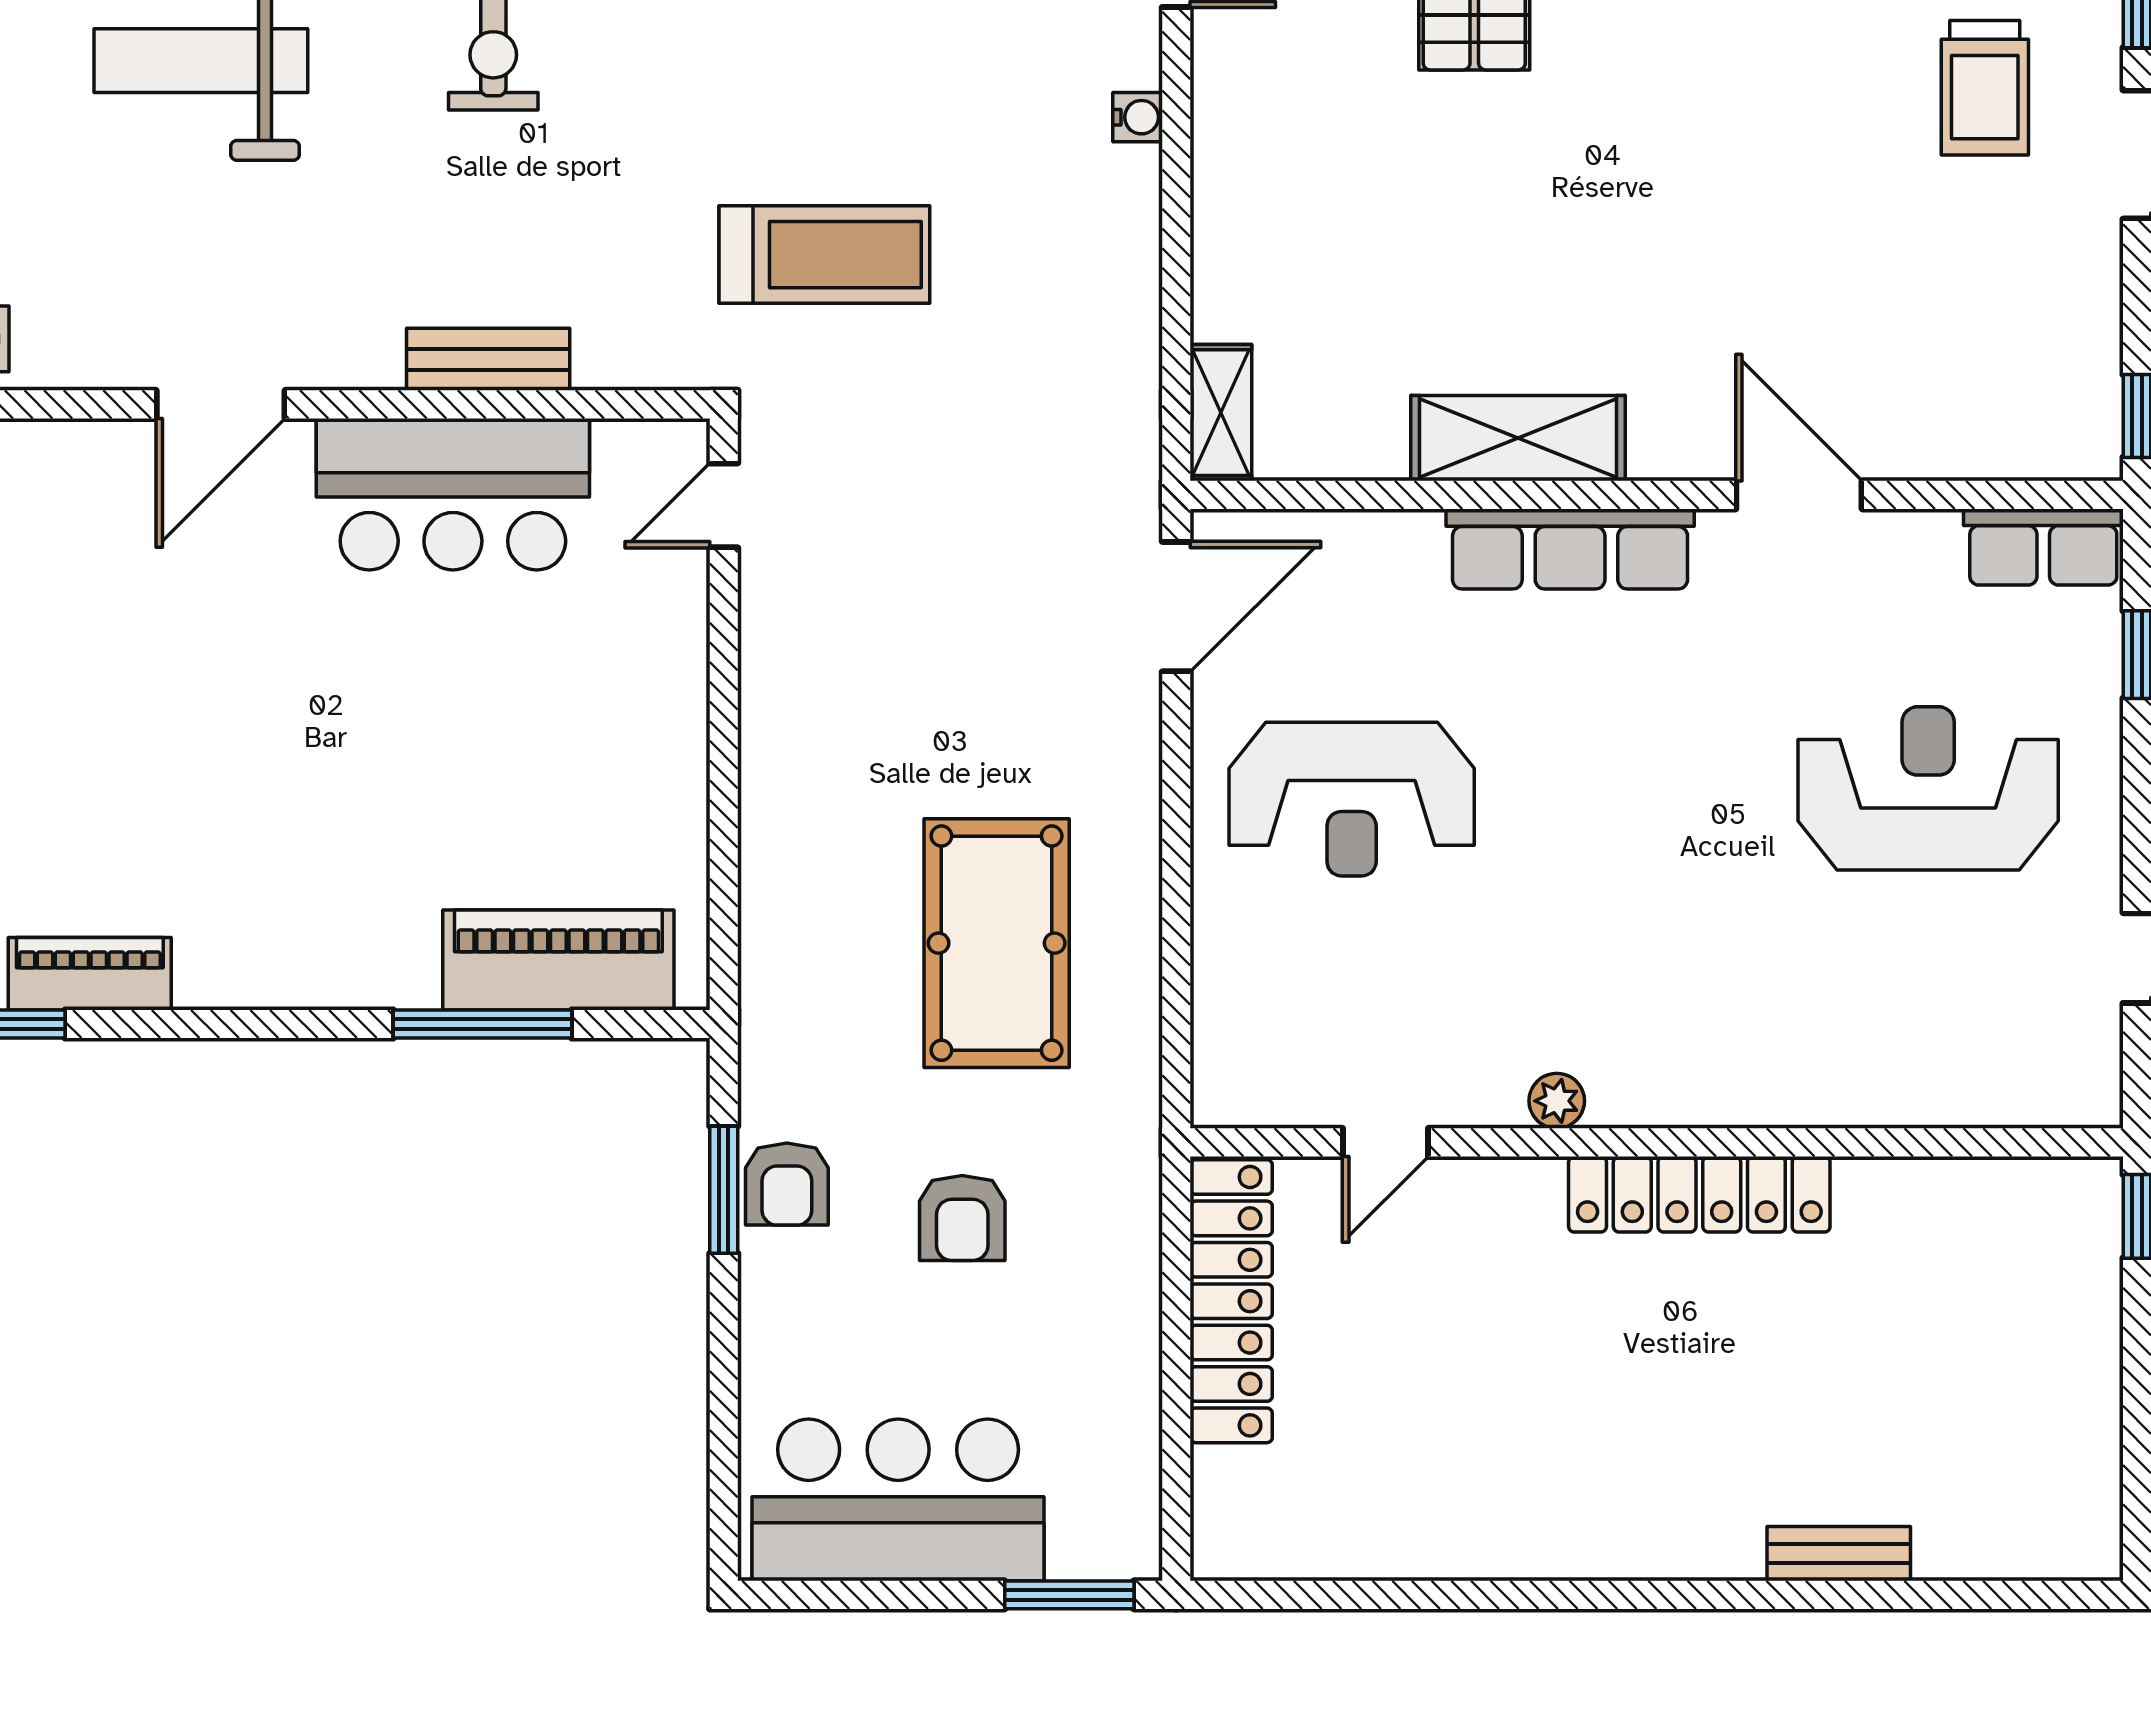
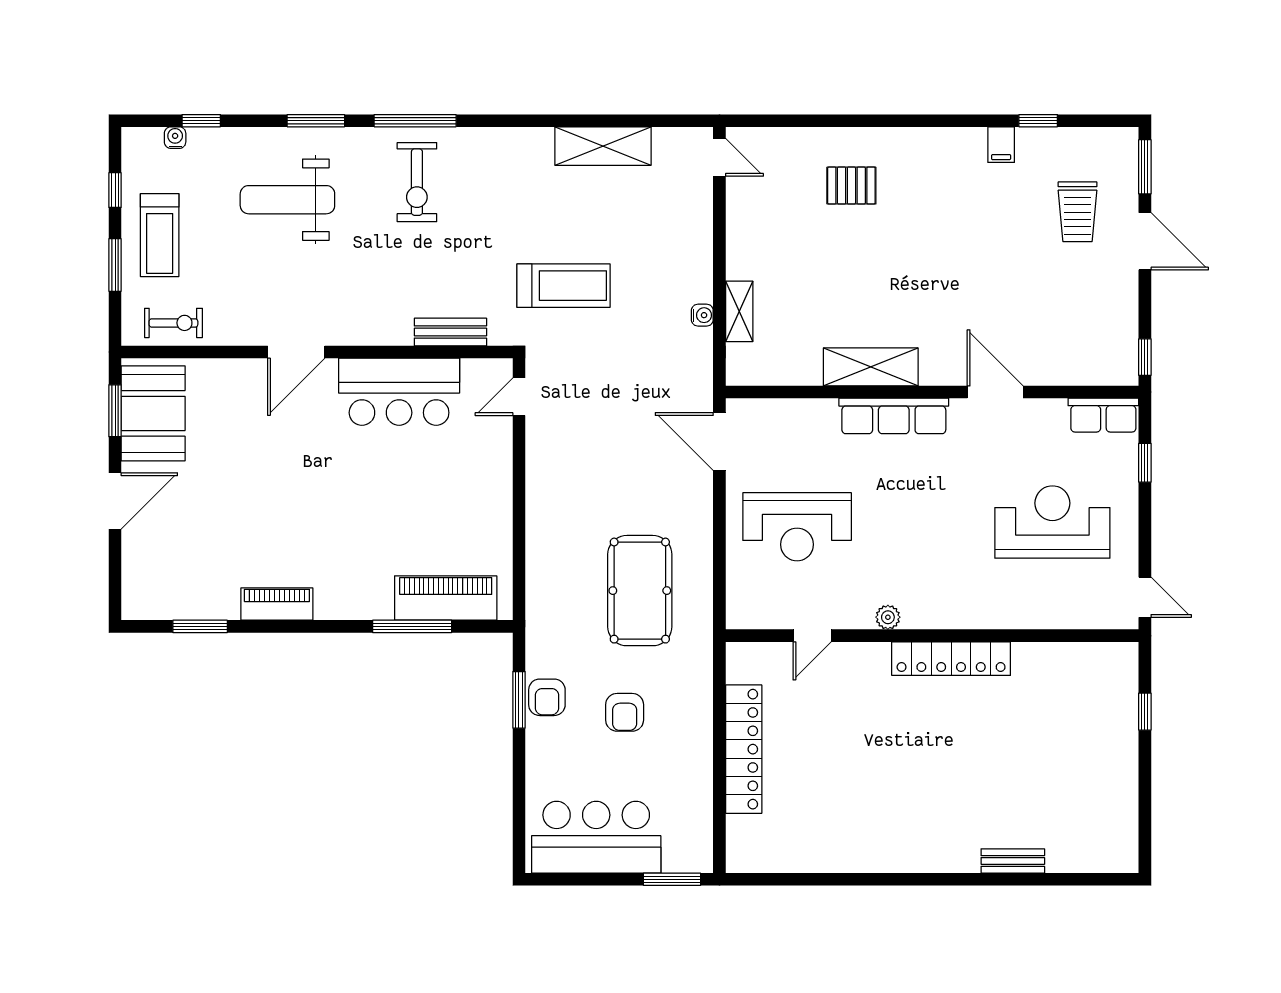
water cooler: (1138, 117) -> (702, 315), moved
bench: (488, 359) -> (450, 332), moved
shelving: (1221, 413) -> (739, 311), moved
door: (1176, 607) -> (719, 442), swing flipped
piano: (90, 974) -> (277, 604), moved
plant: (1557, 1101) -> (888, 617), moved
door: (1386, 1142) -> (812, 636), moved
wall: (1657, 1142) -> (932, 636), moved
locker: (1699, 1194) -> (951, 659), moved

